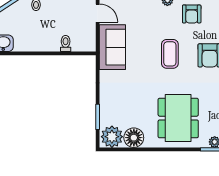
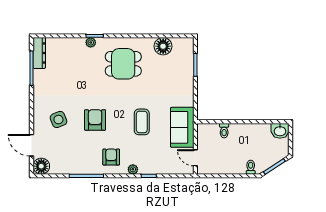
coffee table: (170, 54) -> (142, 122), moved
dining table: (178, 118) -> (123, 64), width x0.73
plant: (112, 137) -> (183, 47), removed

